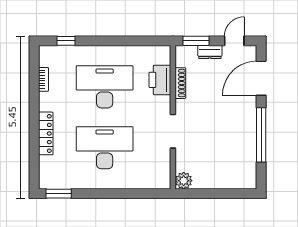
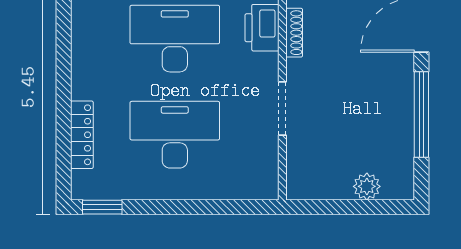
bookcase: (43, 79) -> (78, 27), removed
locker: (46, 133) -> (82, 135), moved
plant: (184, 181) -> (367, 186), moved

